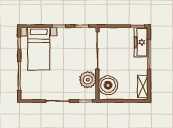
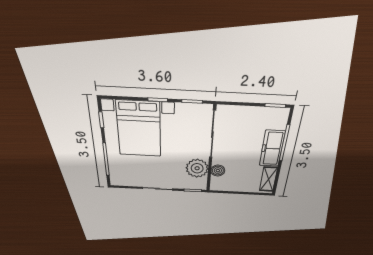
freezer: (141, 42) -> (272, 149), moved
bed with nightstands: (39, 49) -> (139, 129), width x1.36
boiler: (108, 85) -> (218, 171), width x0.54, depth x0.54

